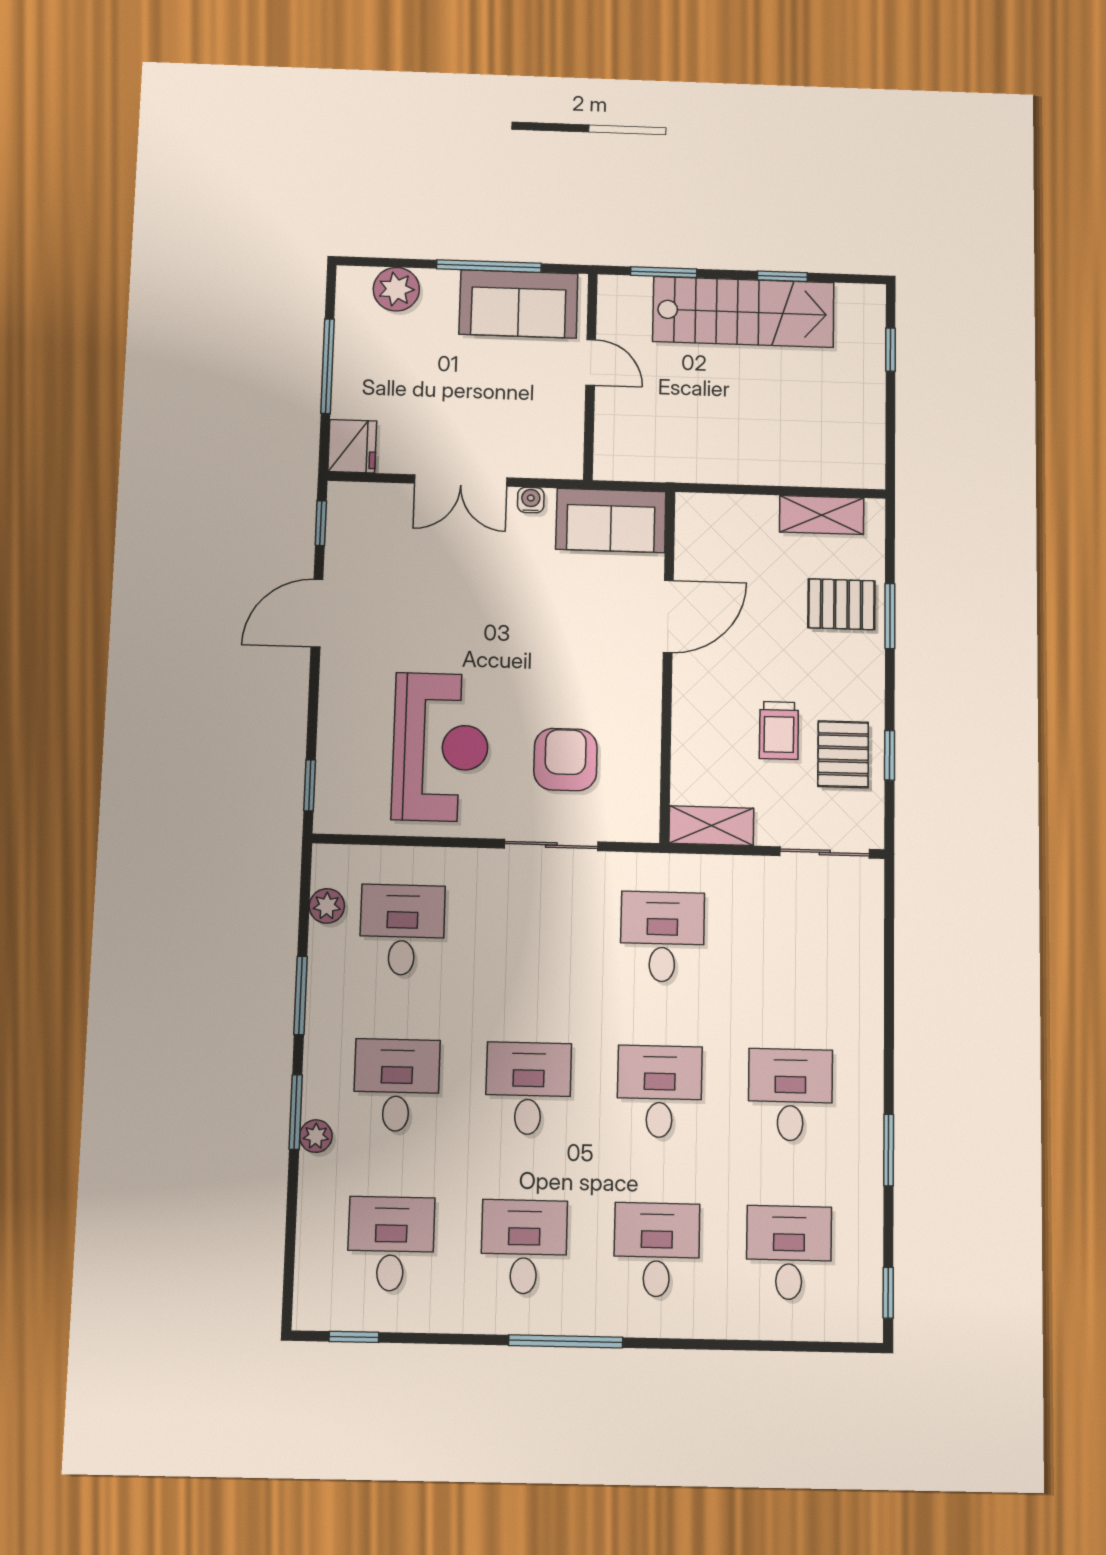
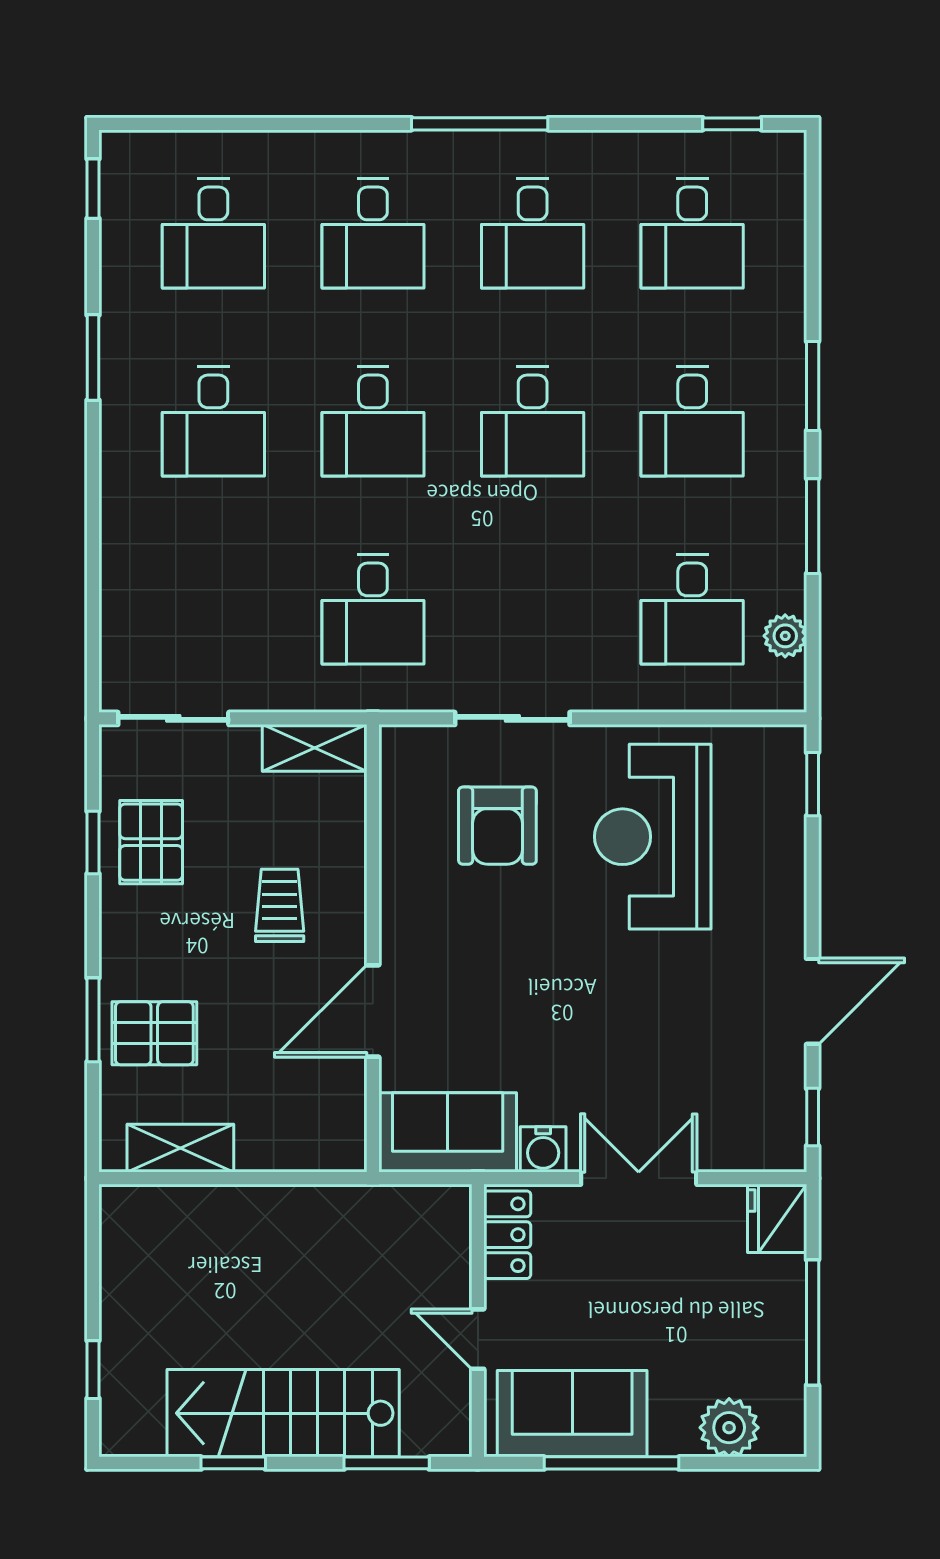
locker: (566, 441) -> (507, 1235), added
water cooler: (531, 500) -> (543, 1149), width x1.38, depth x1.38
trolley: (779, 730) -> (280, 905), moved
plant: (316, 1136) -> (787, 358), removed

